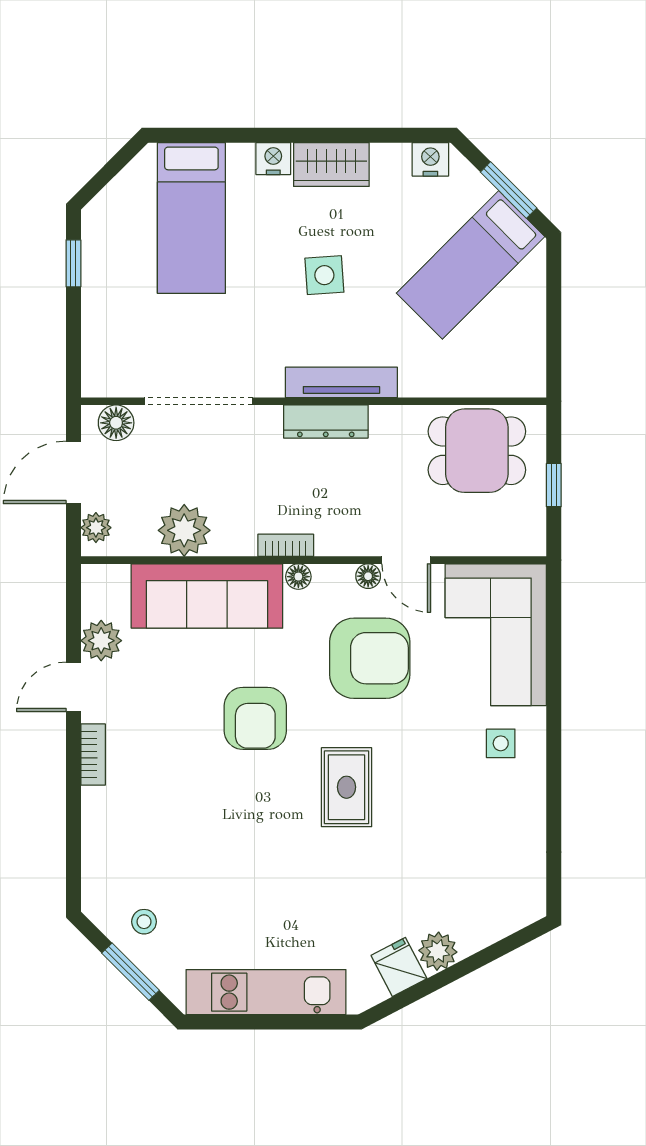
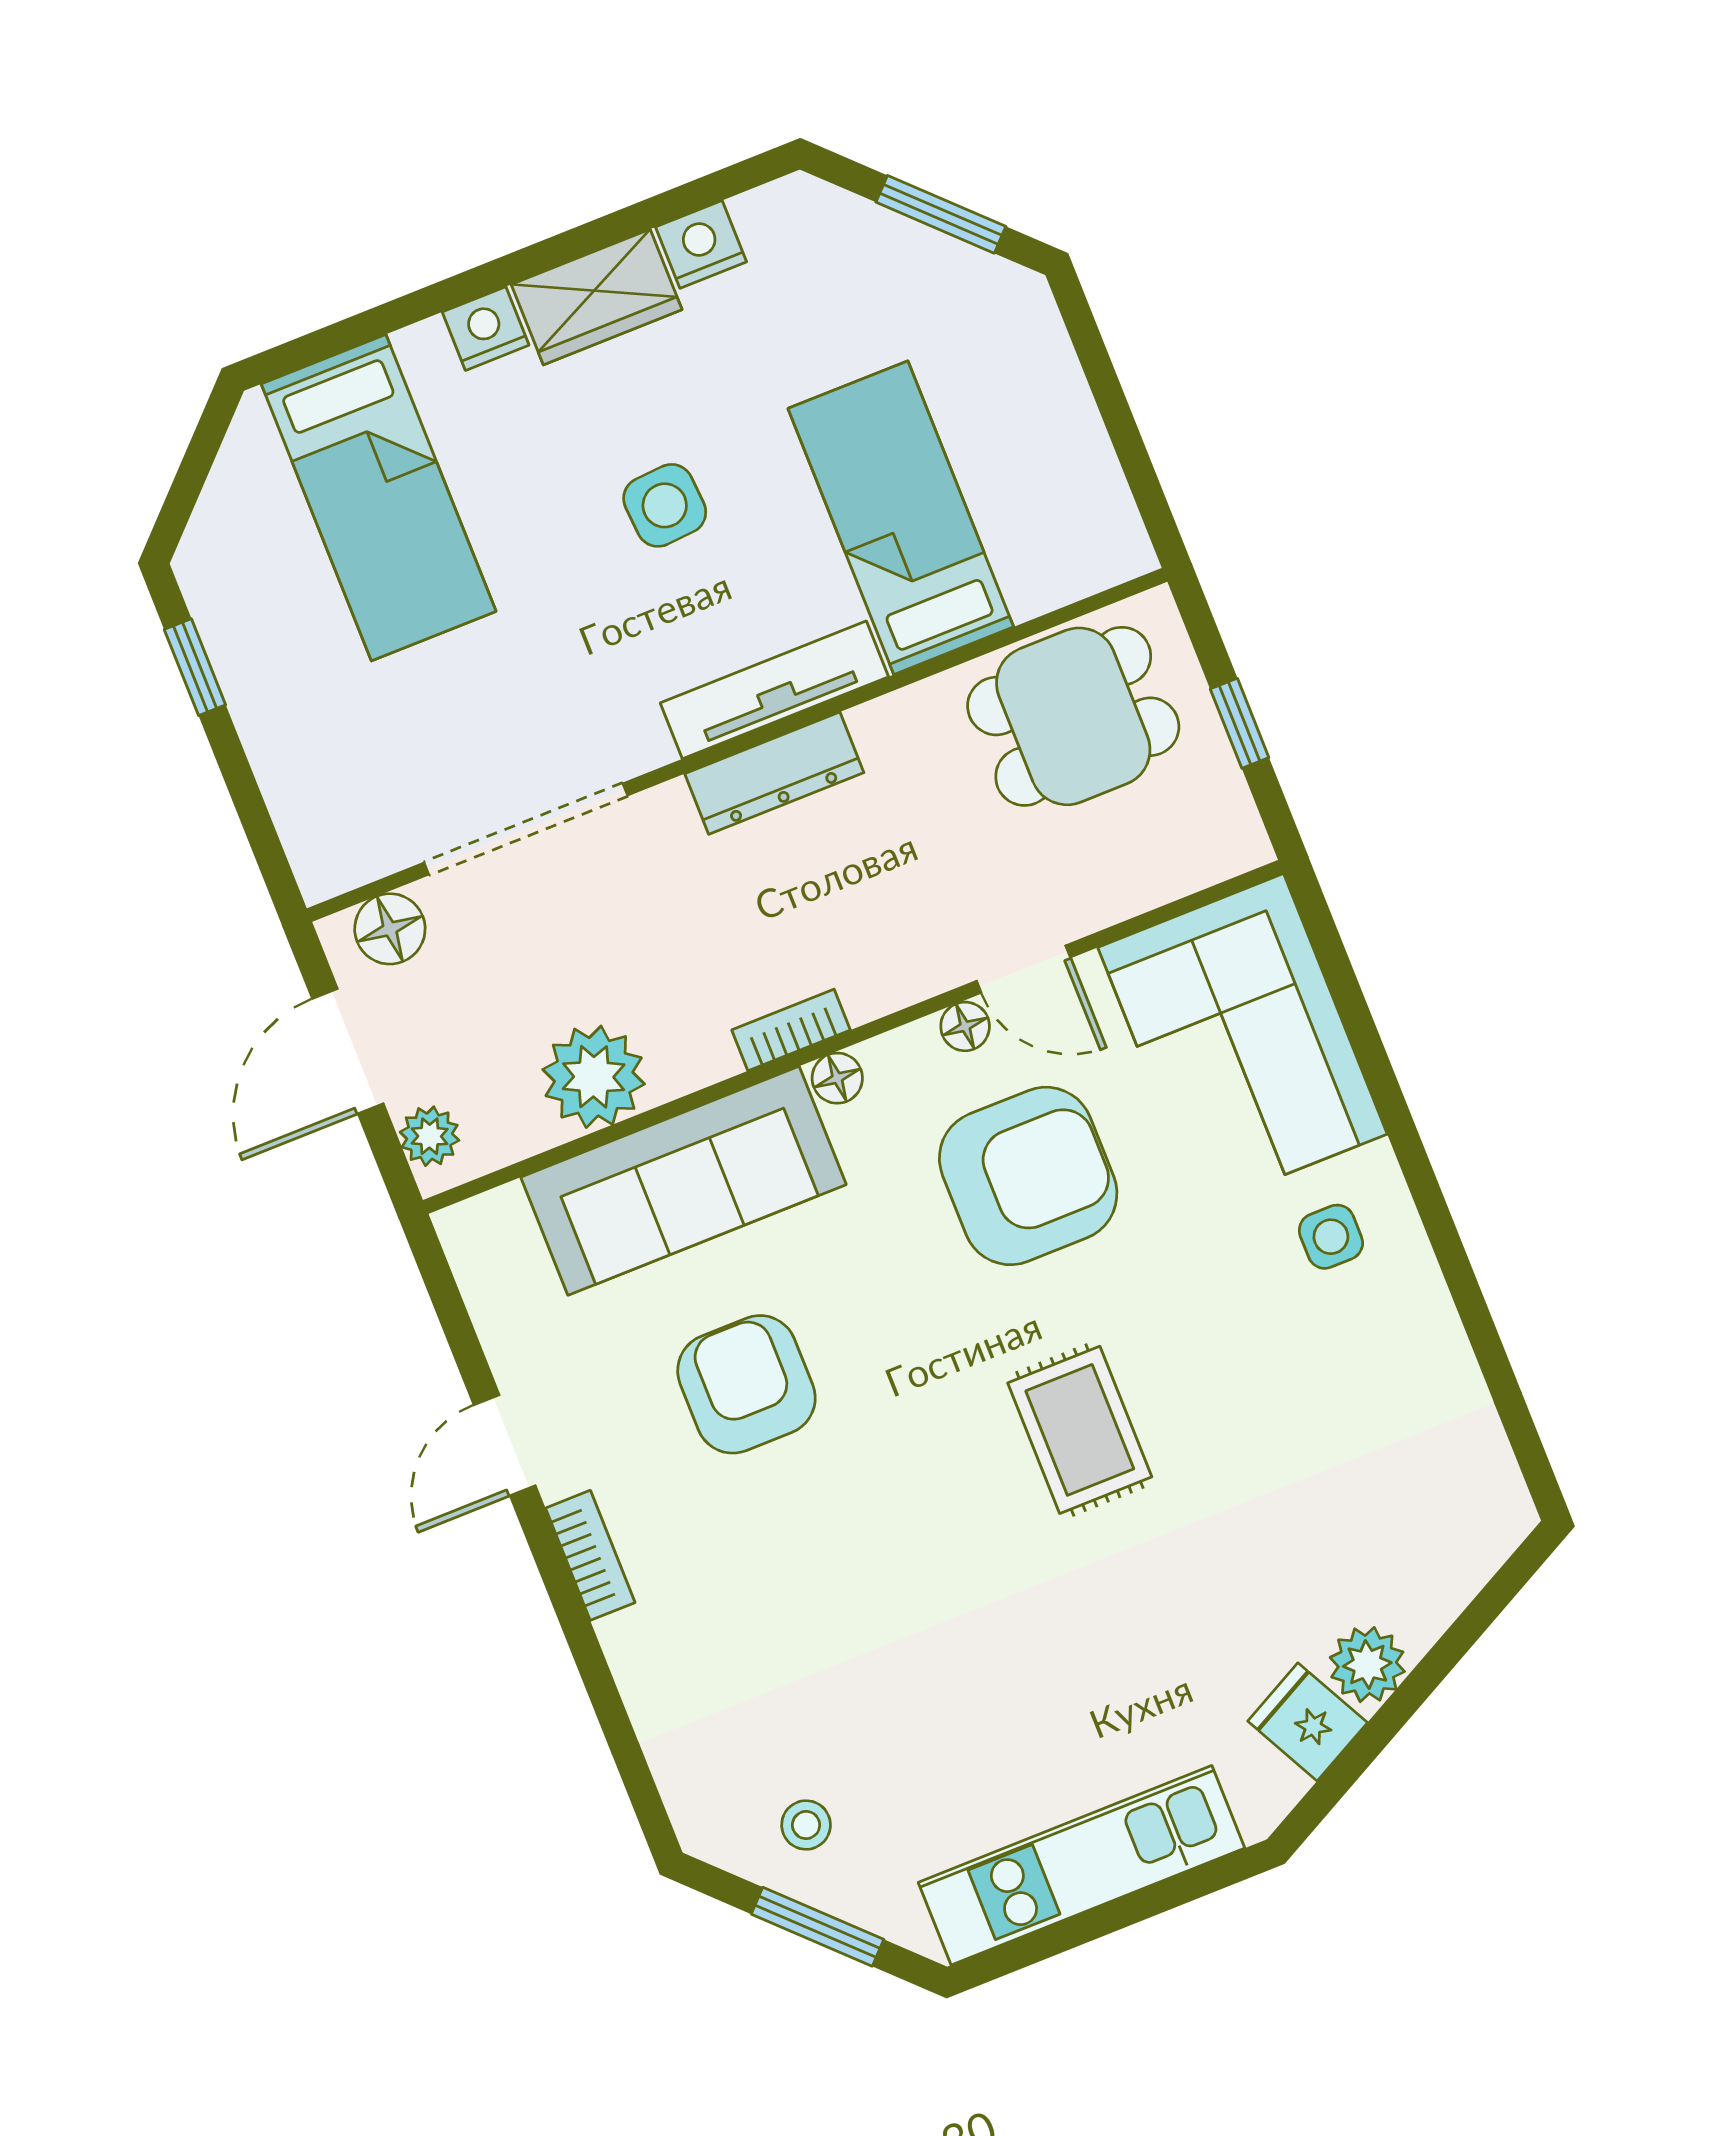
nightstand: (430, 159) -> (701, 244), moved
bed: (471, 265) -> (901, 518), moved, turned 135
plant: (101, 641) -> (522, 1340), removed
armchair: (255, 718) -> (746, 1384), moved, turned 180

